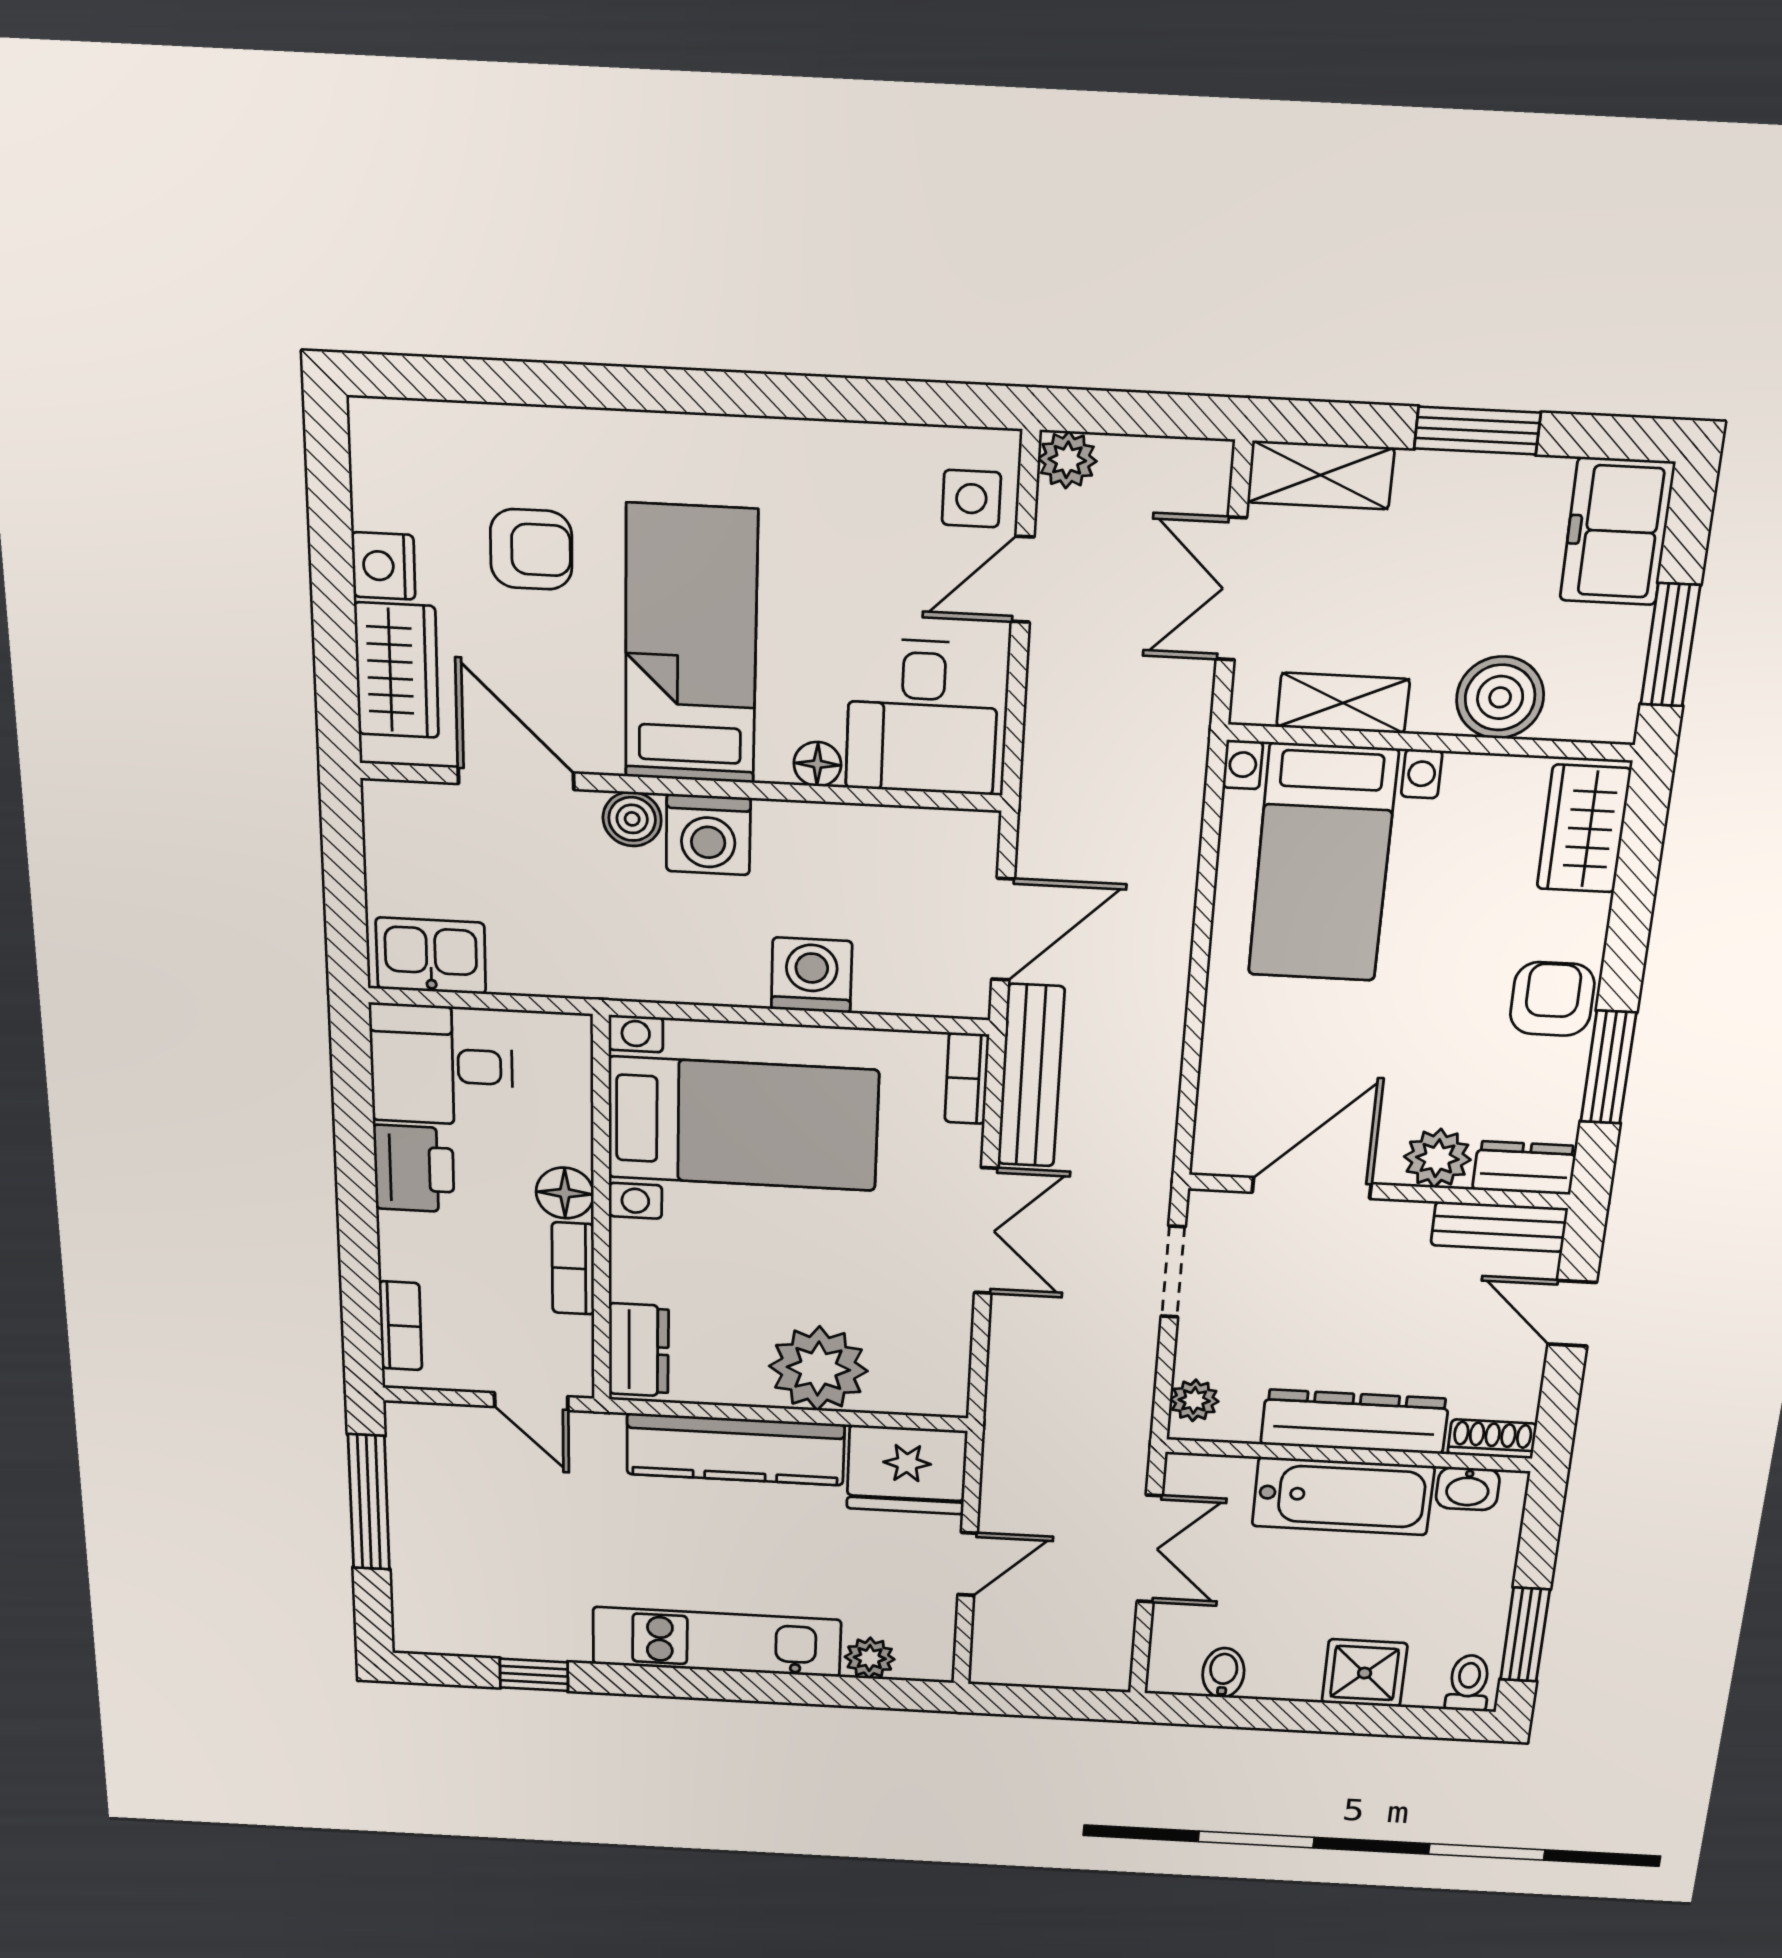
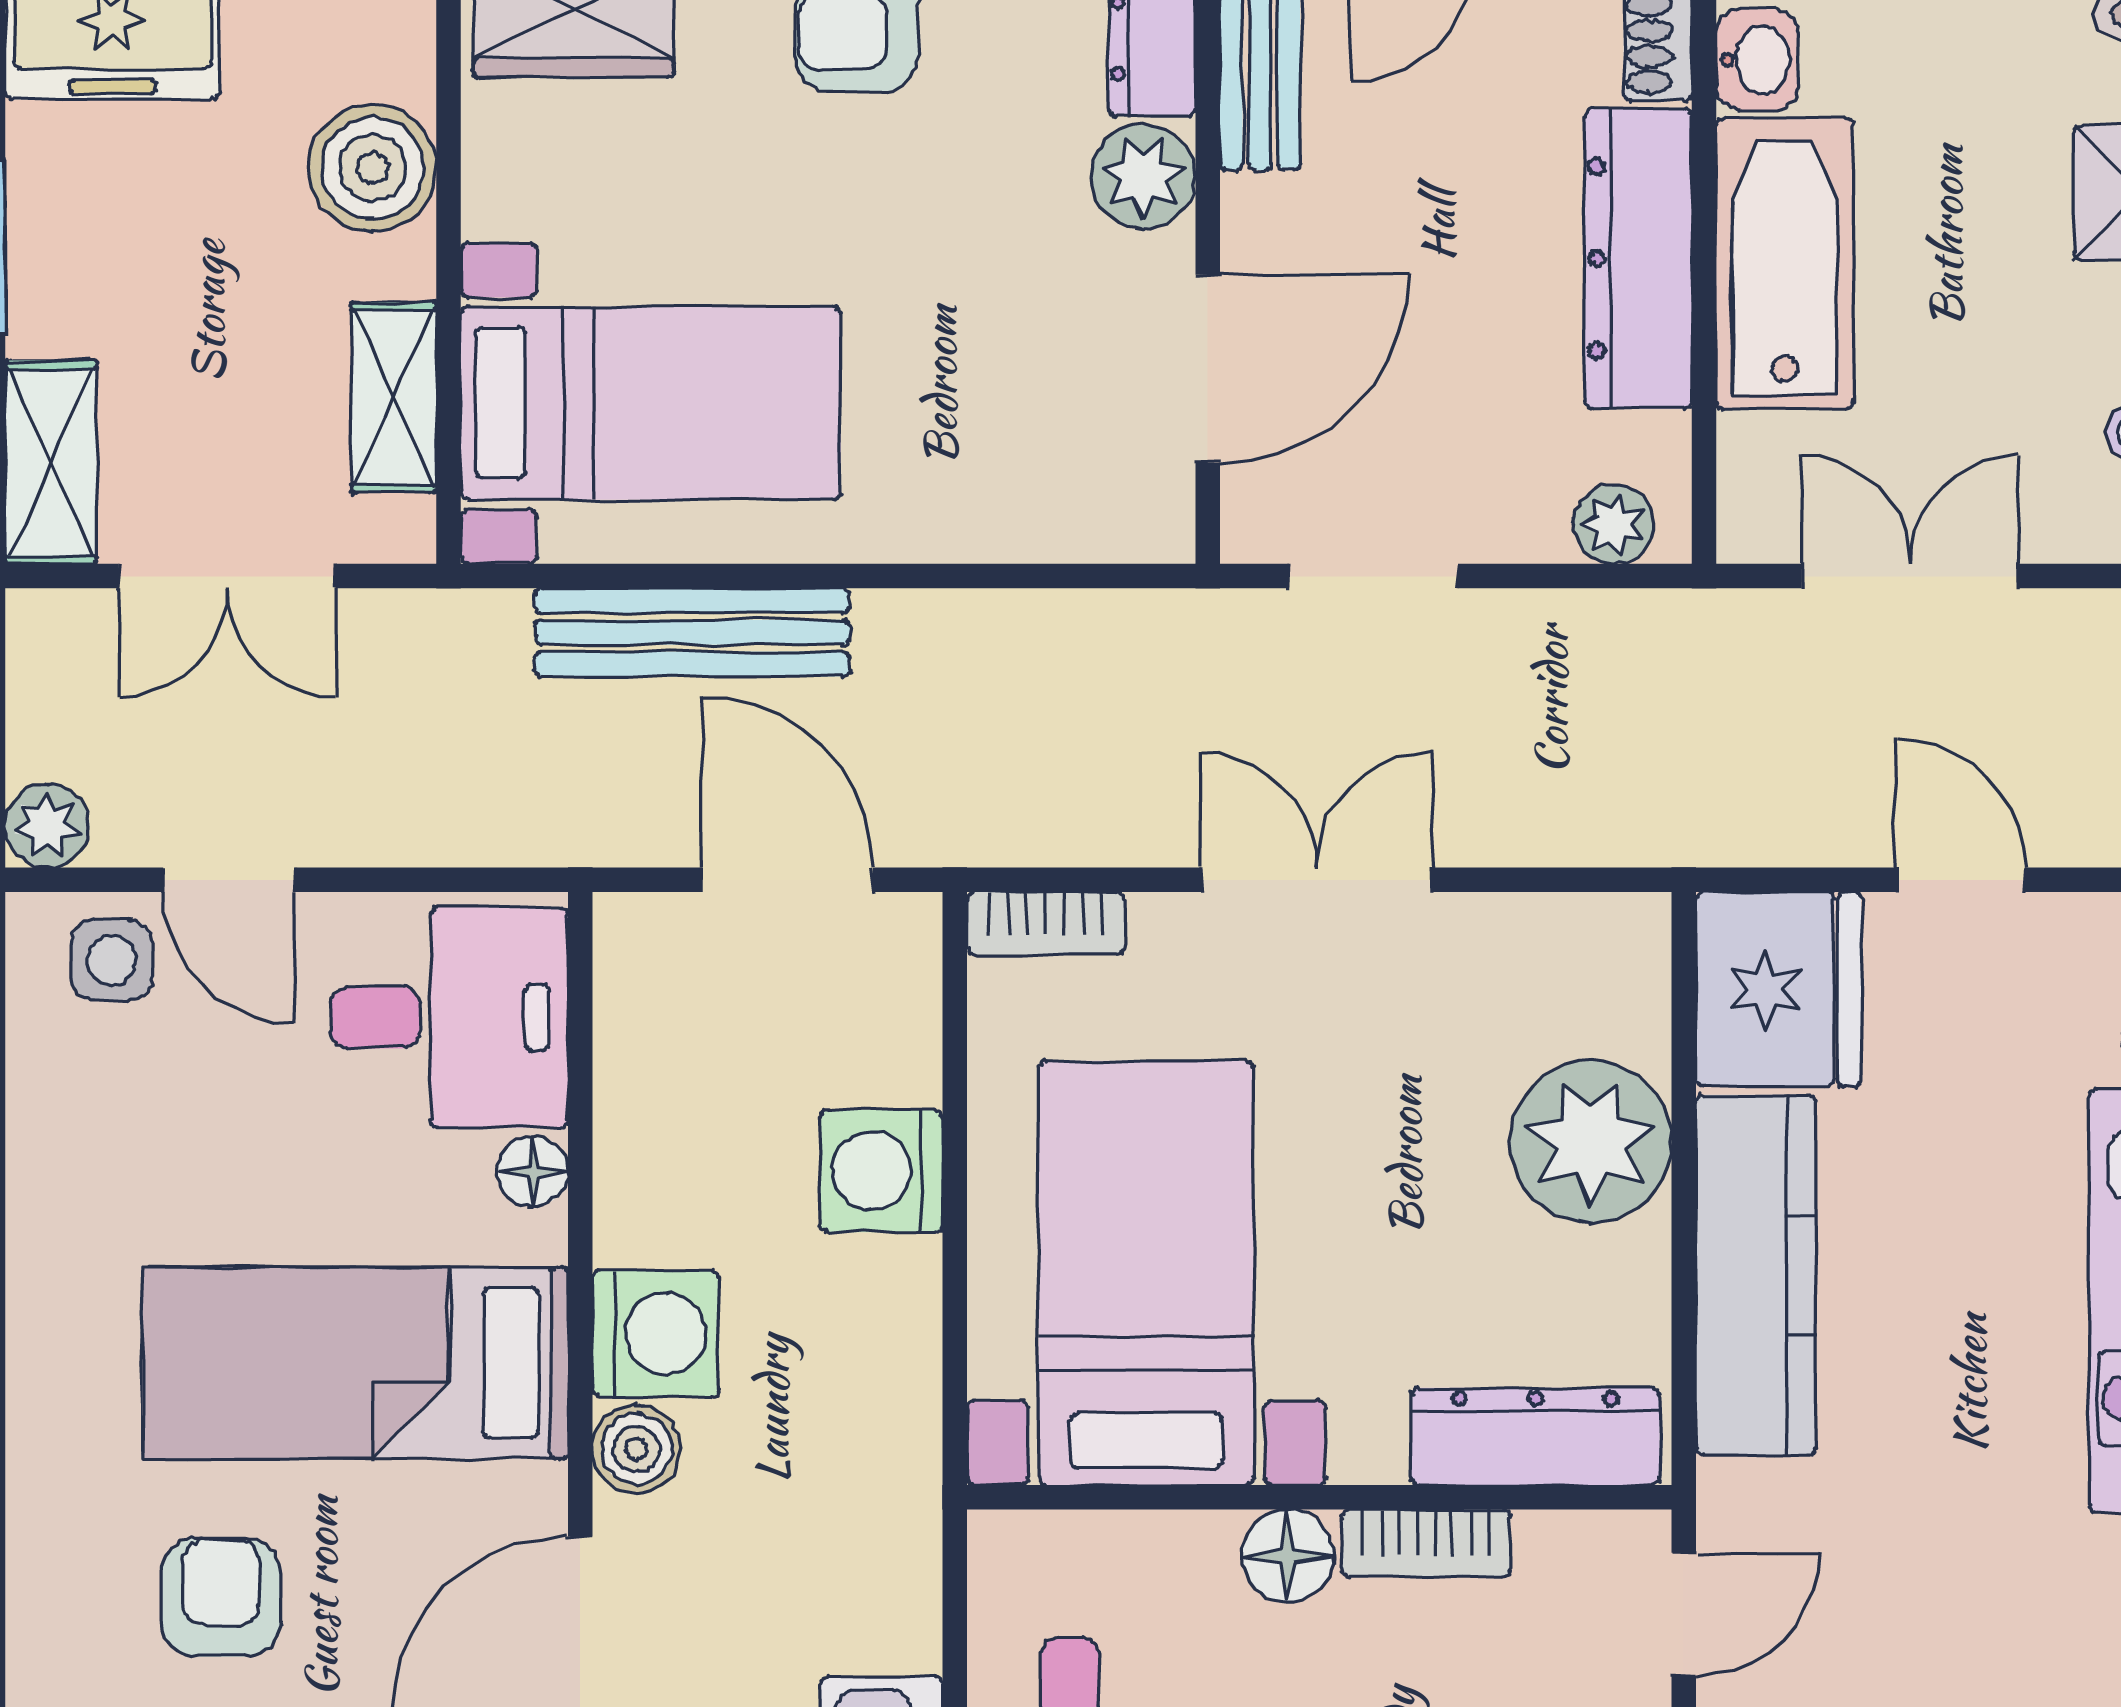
bench: (1031, 1076) -> (692, 632), moved
door: (1312, 1188) -> (1208, 369), swing flipped
dresser: (639, 1350) -> (1535, 1437), width x1.44

